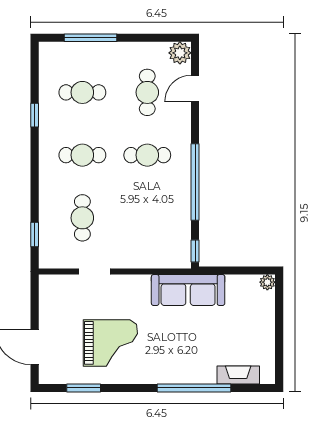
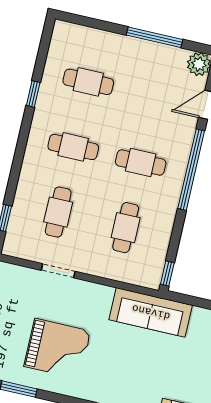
window: (90, 38) -> (155, 37), moved
cafe table: (147, 92) -> (126, 228), moved
window: (195, 182) -> (191, 170), moved

